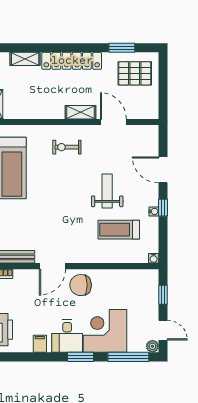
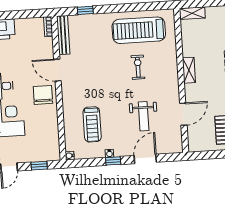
shelving: (80, 112) -> (189, 70), moved
exercise bike: (67, 147) -> (138, 67), moved
weight bench: (107, 191) -> (144, 116), moved, turned 90
treadmill: (119, 230) -> (92, 124), turned 180

